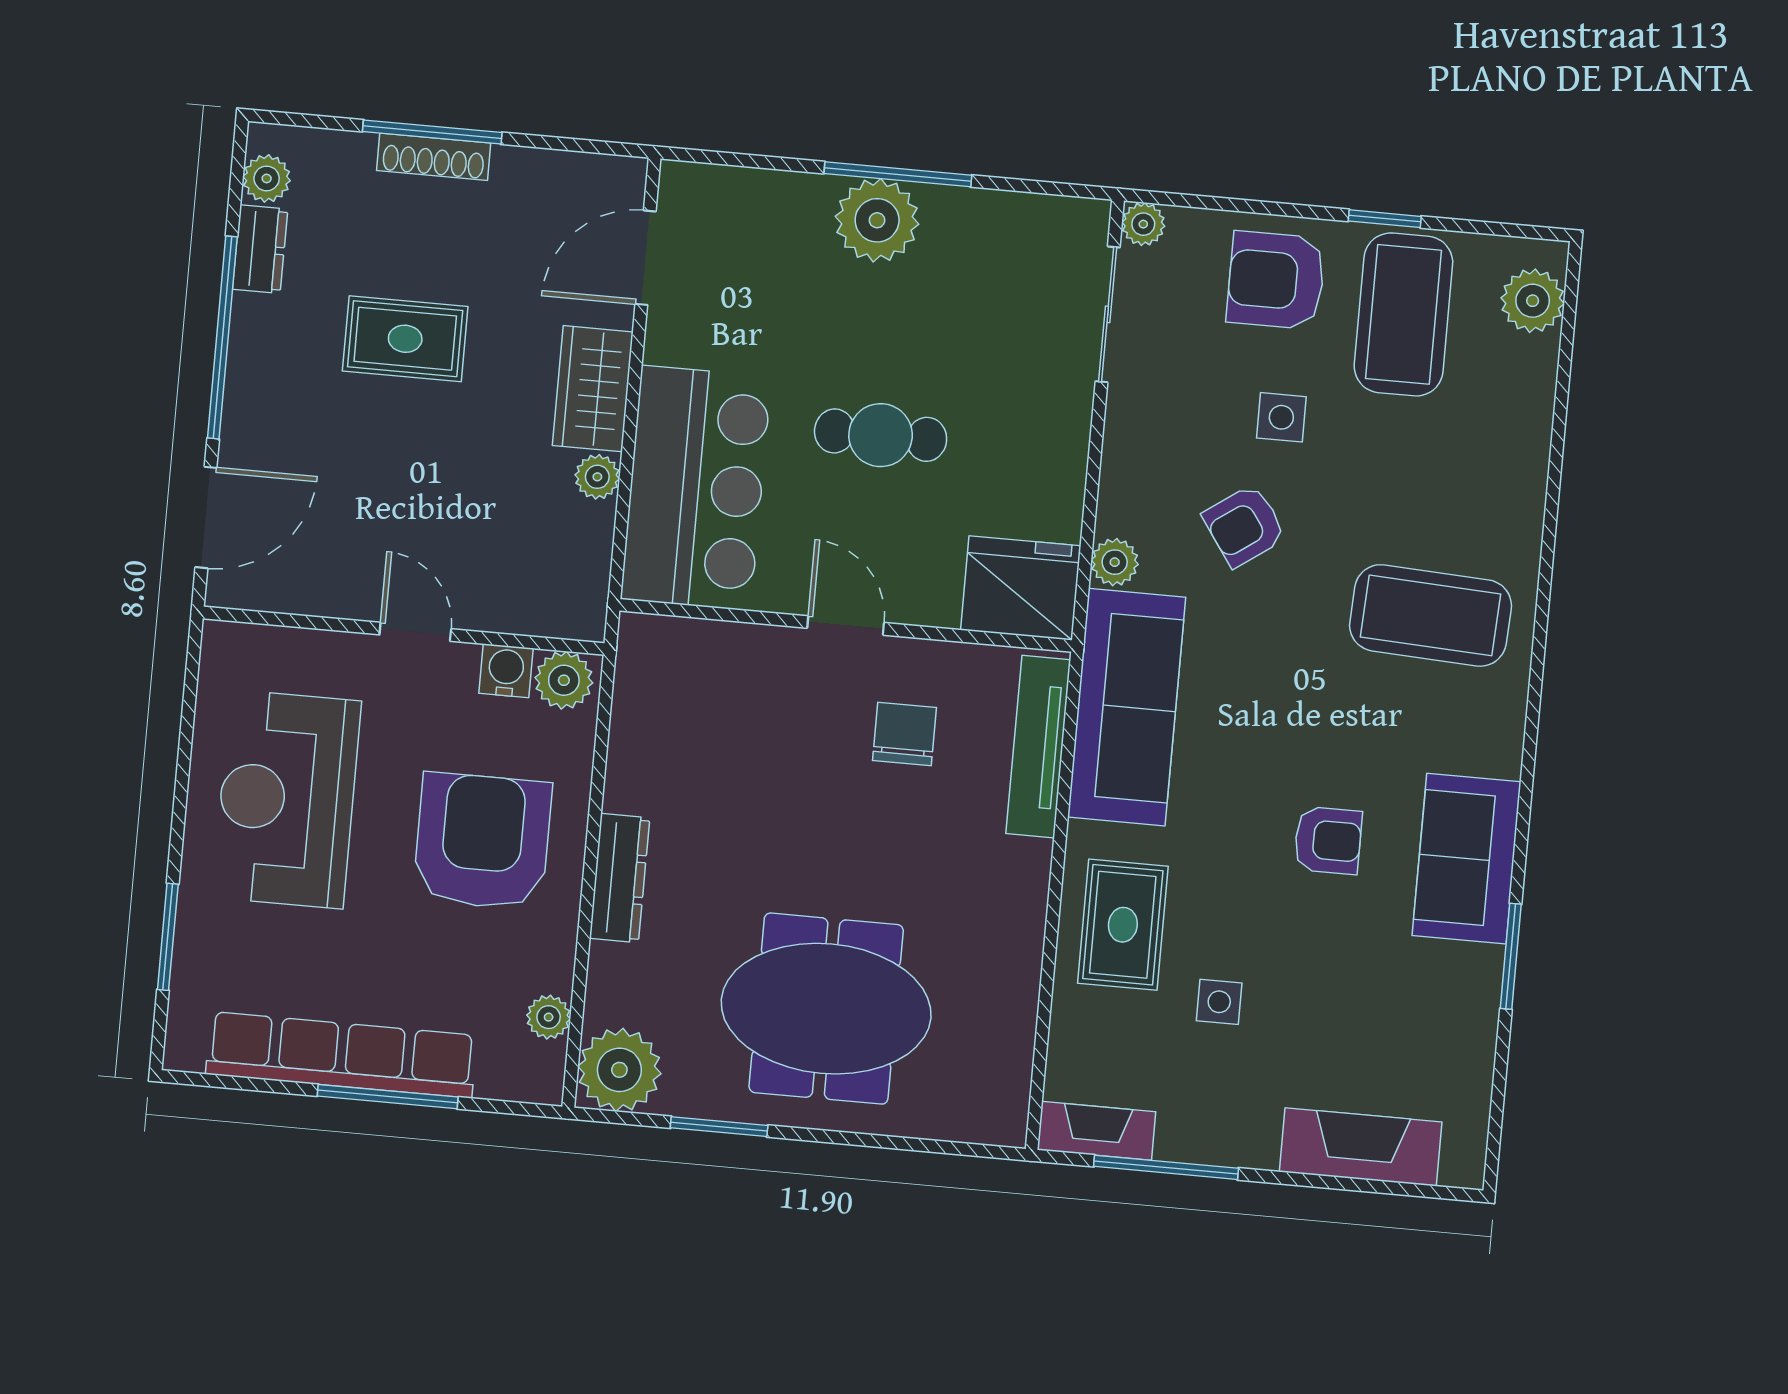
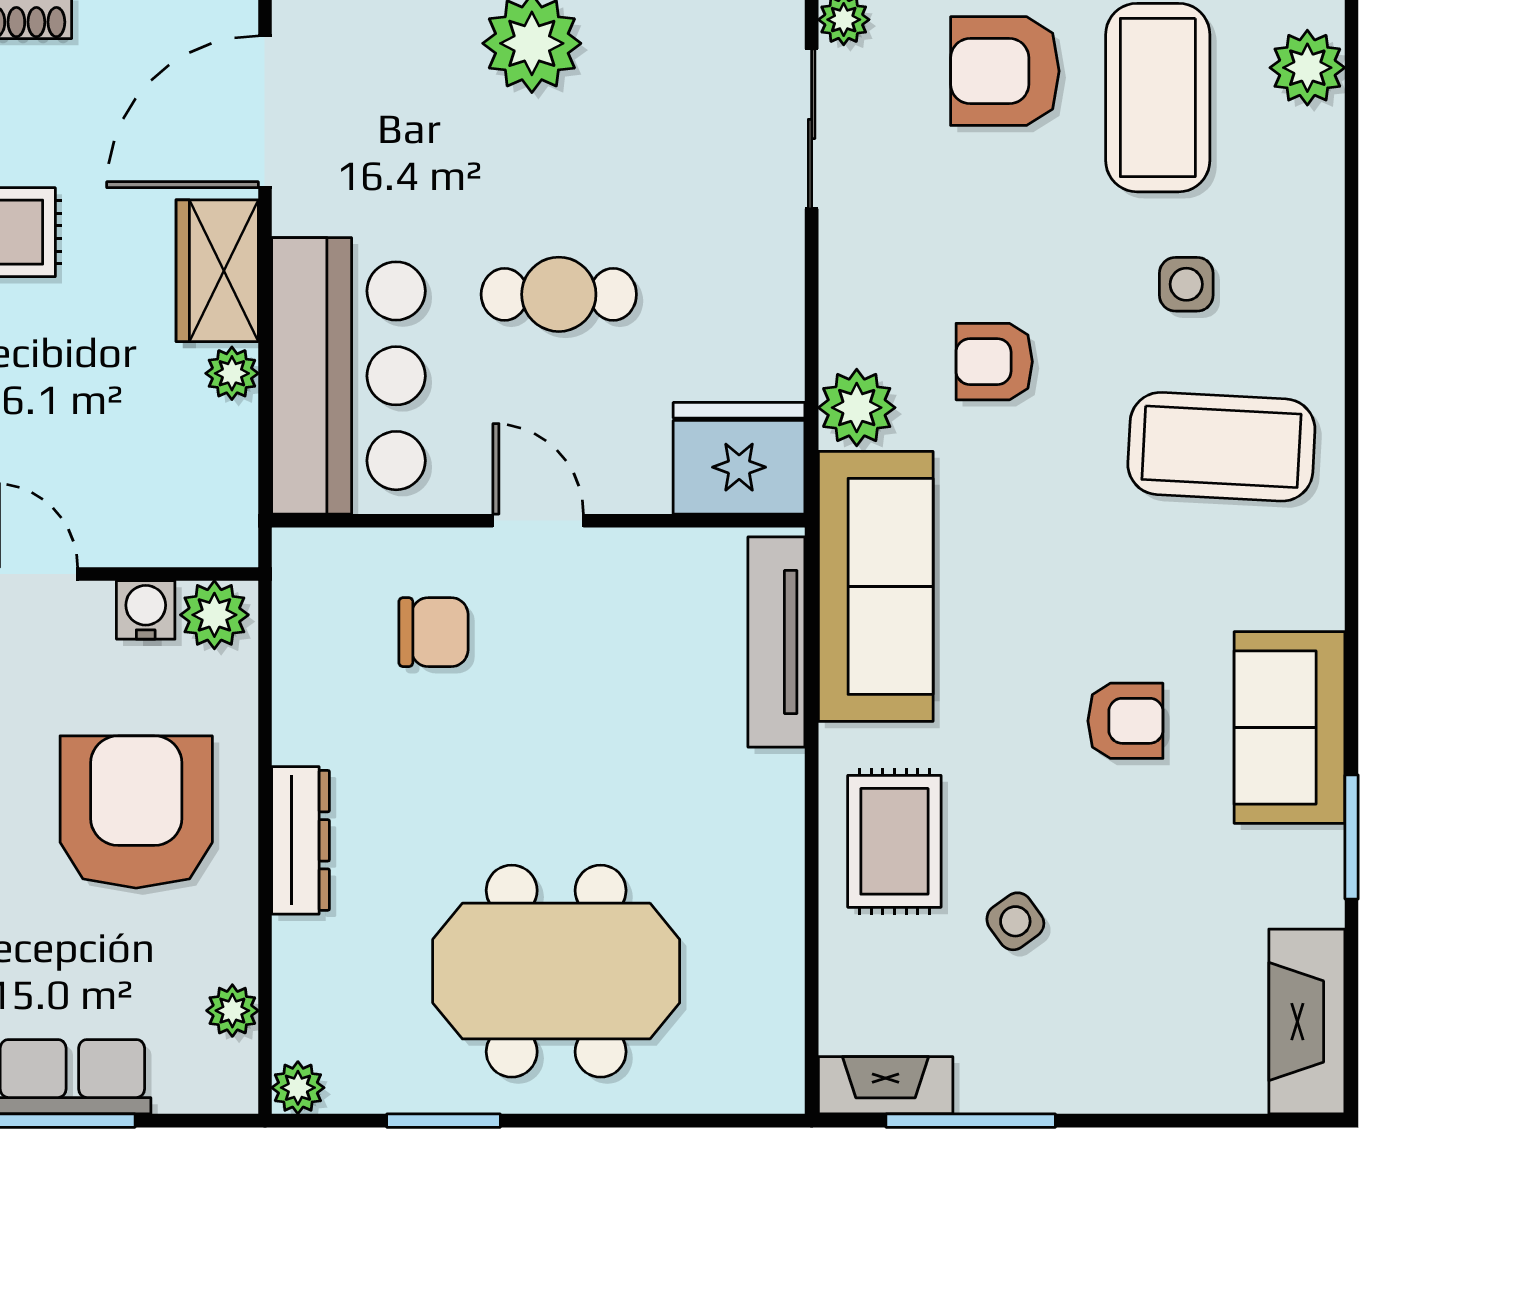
door: (646, 258) -> (265, 112), width x1.36
side table: (1281, 417) -> (1186, 284), moved
armchair: (1244, 526) -> (994, 362), turned 35
plant: (1115, 562) -> (857, 408), width x1.38, depth x1.38
chair: (905, 734) -> (433, 632), moved, turned 90
side table: (1219, 1002) -> (1015, 921), turned -36
plant: (619, 1070) -> (298, 1088), width x0.53, depth x0.53
fireplace: (1361, 1147) -> (1307, 1022), moved, turned -90

